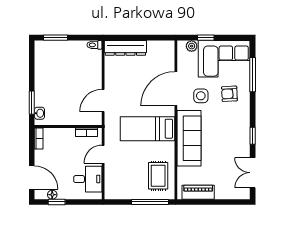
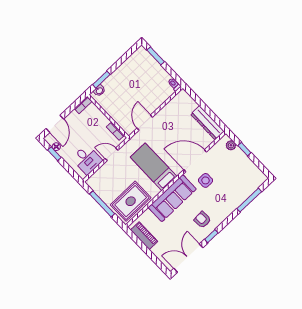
dresser: (125, 48) -> (207, 123), moved
corner sofa: (224, 59) -> (242, 173), removed
armchair: (229, 94) -> (202, 220), moved
door: (103, 101) -> (145, 123), hinge flipped
double door: (253, 173) -> (188, 258), width x1.37
rug: (158, 176) -> (131, 201), width x1.36, depth x1.43
window: (150, 202) -> (102, 204), moved

